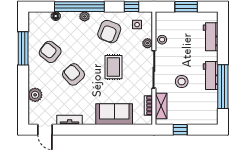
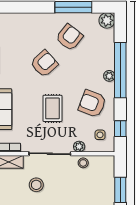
floor lamp: (56, 16) -> (110, 44), removed
rug: (113, 67) -> (52, 108), turned 90
plant: (35, 95) -> (107, 20), moved

